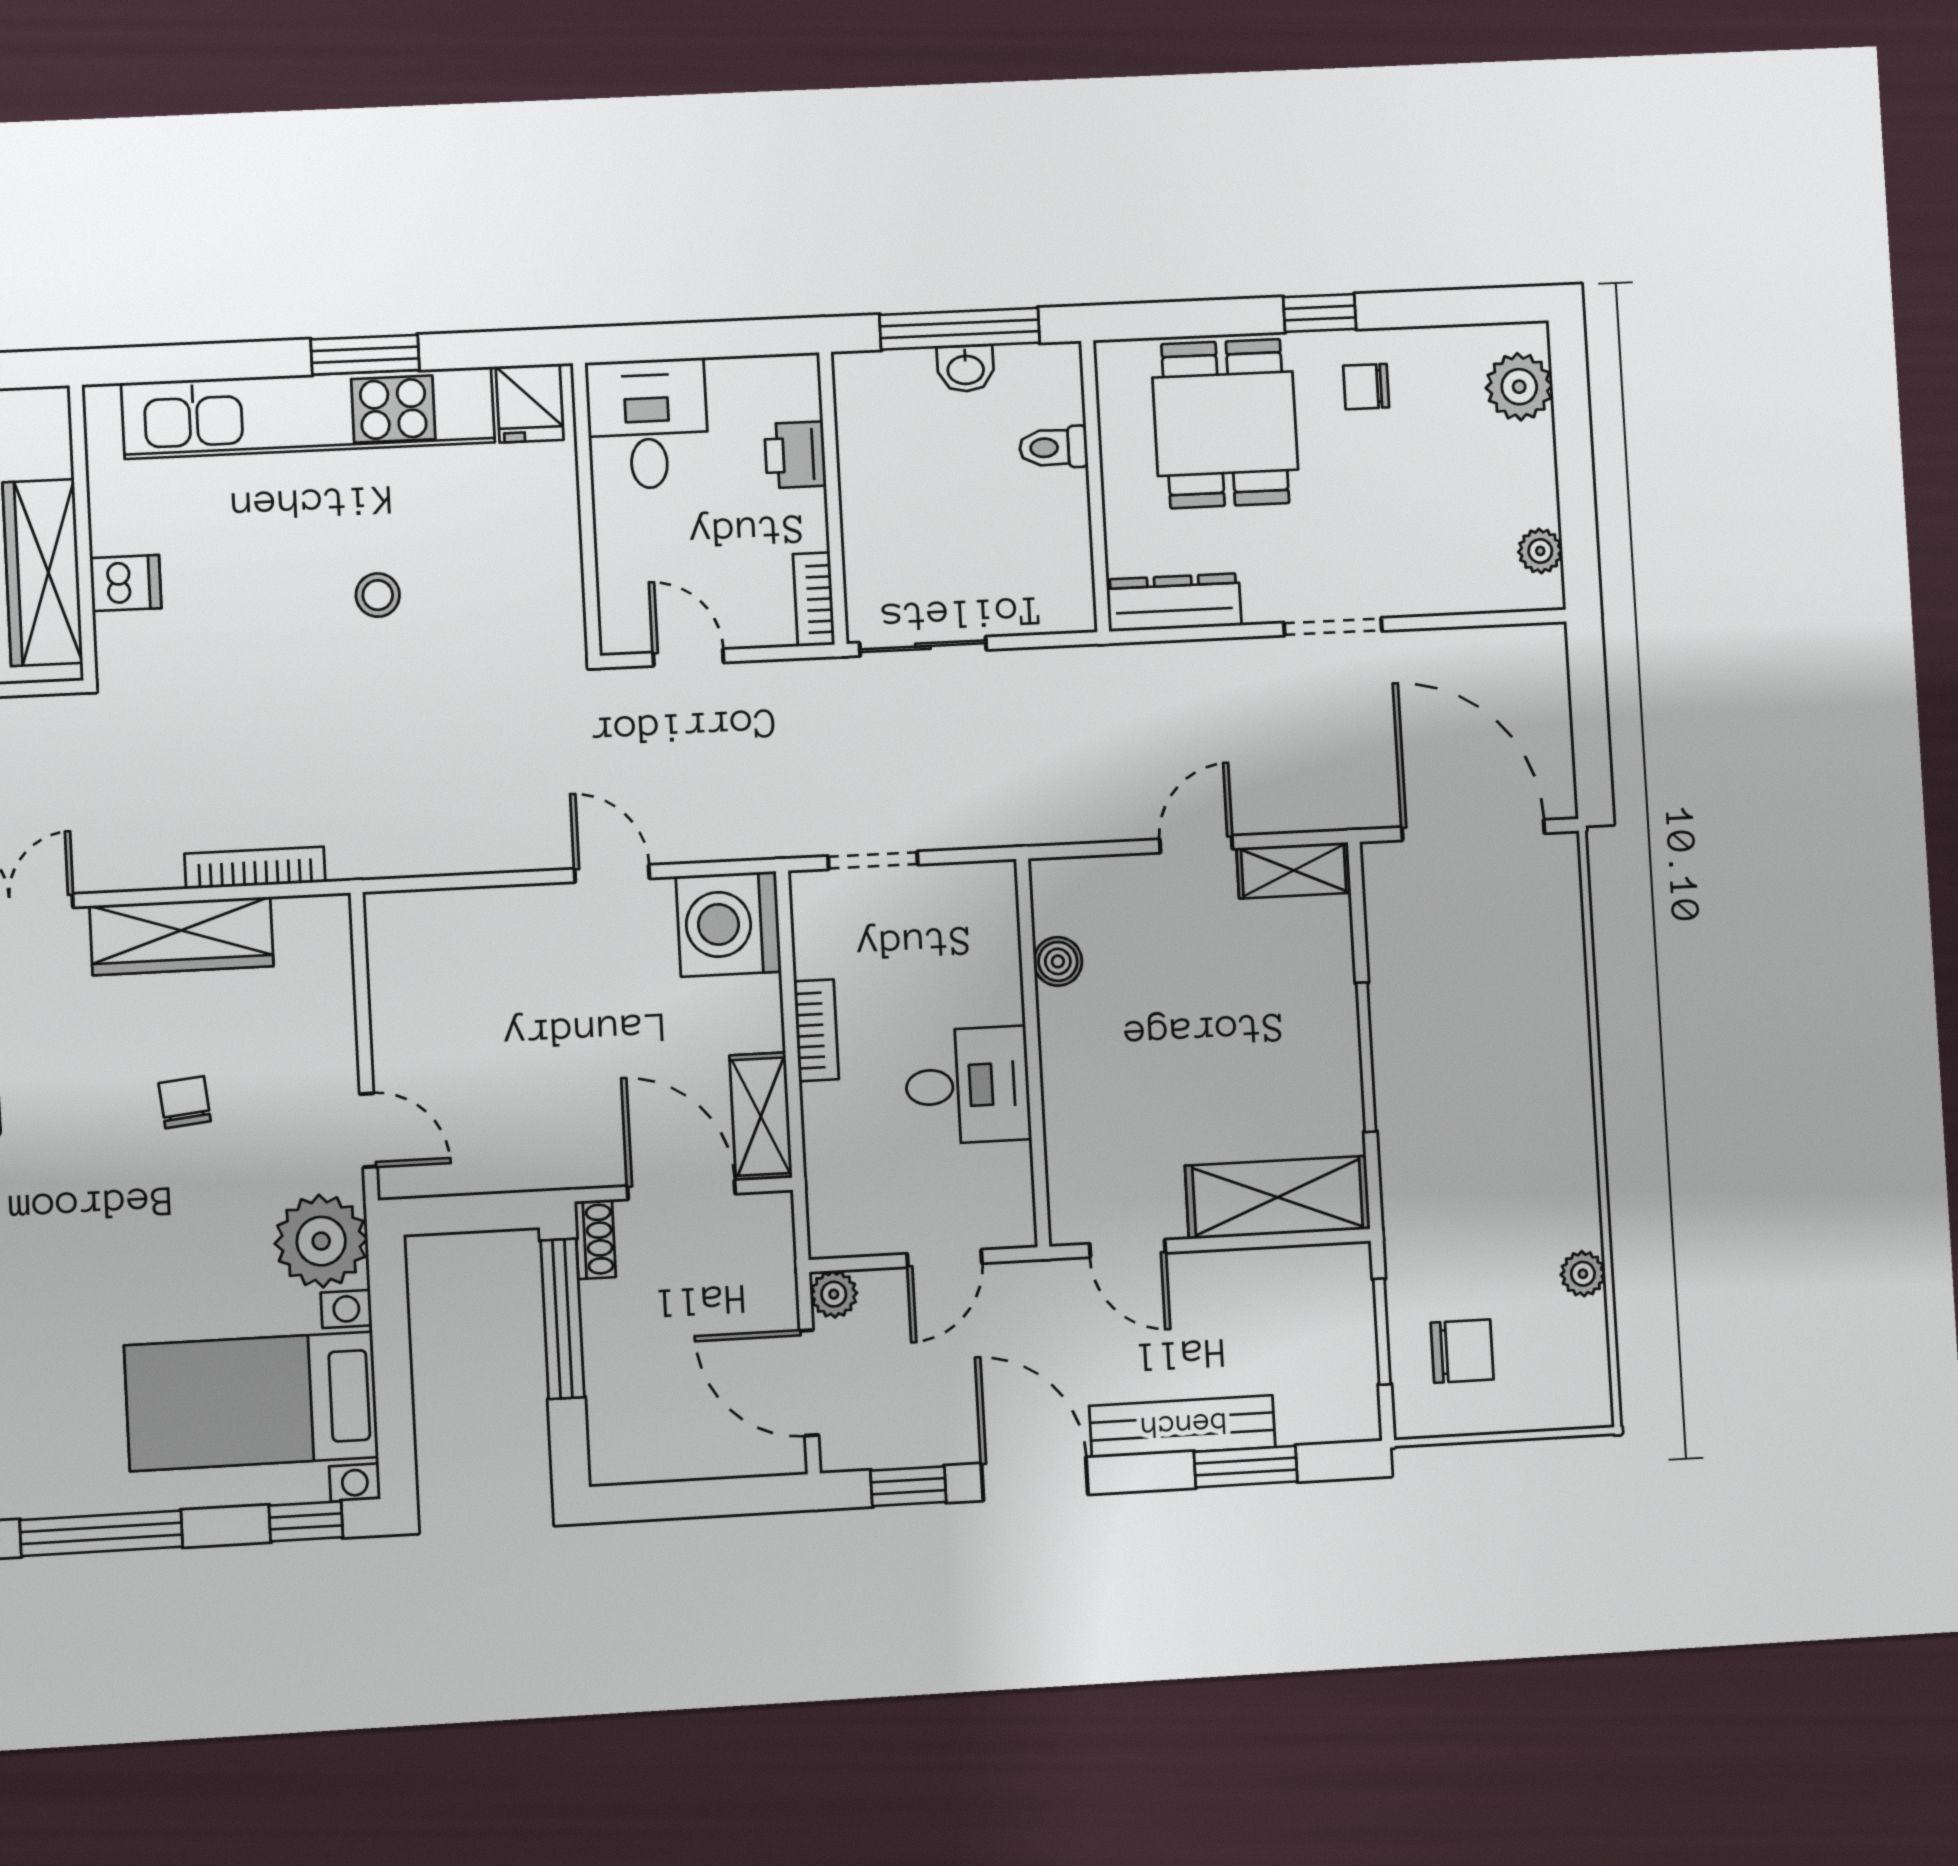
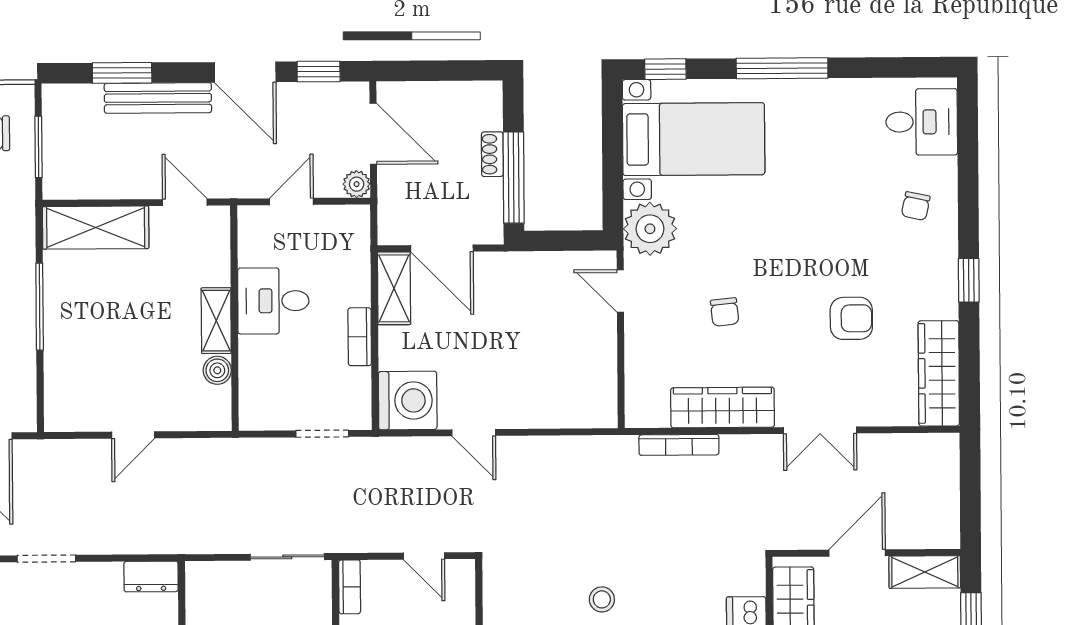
dresser: (1174, 602) -> (151, 577), width x0.70
shelving: (1294, 870) -> (216, 321), moved, turned 90
shoe rack: (595, 1239) -> (492, 154), moved

